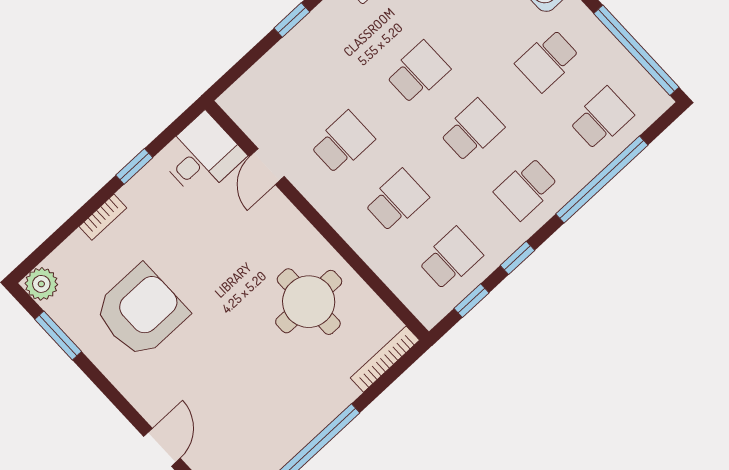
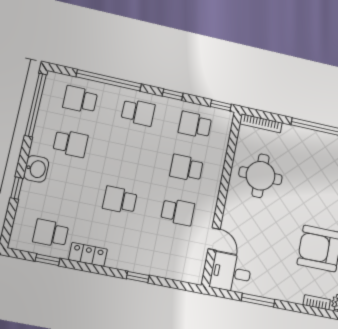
school desk: (472, 130) -> (129, 156), removed
school desk: (343, 142) -> (178, 212), turned 180
window: (134, 166) -> (258, 300), width x1.50
door: (267, 167) -> (214, 239), hinge flipped
bookcase: (103, 217) -> (317, 302), moved
window: (472, 301) -> (221, 105), moved

